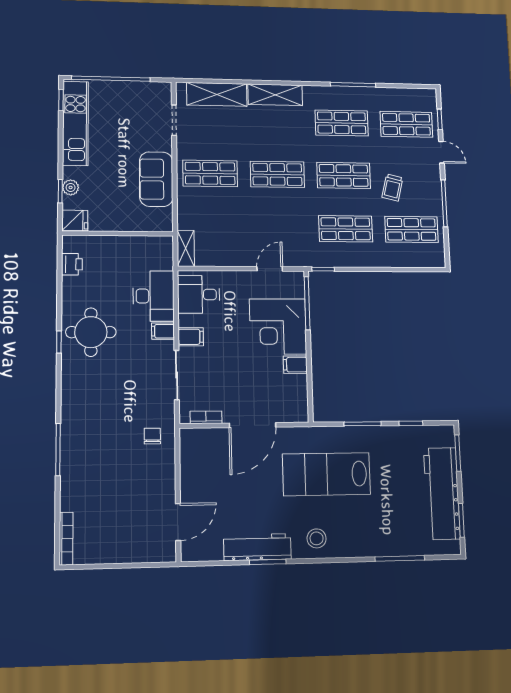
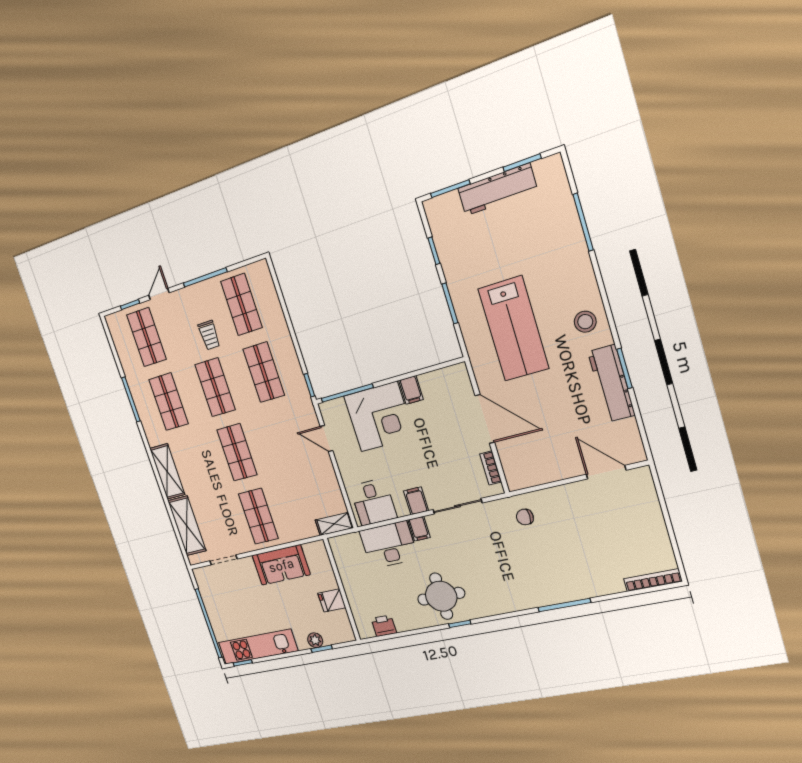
trolley: (392, 188) -> (209, 335), turned 76
fridge: (75, 220) -> (332, 600), moved, turned -90
workbench: (442, 493) -> (497, 190), width x0.73, depth x0.76

